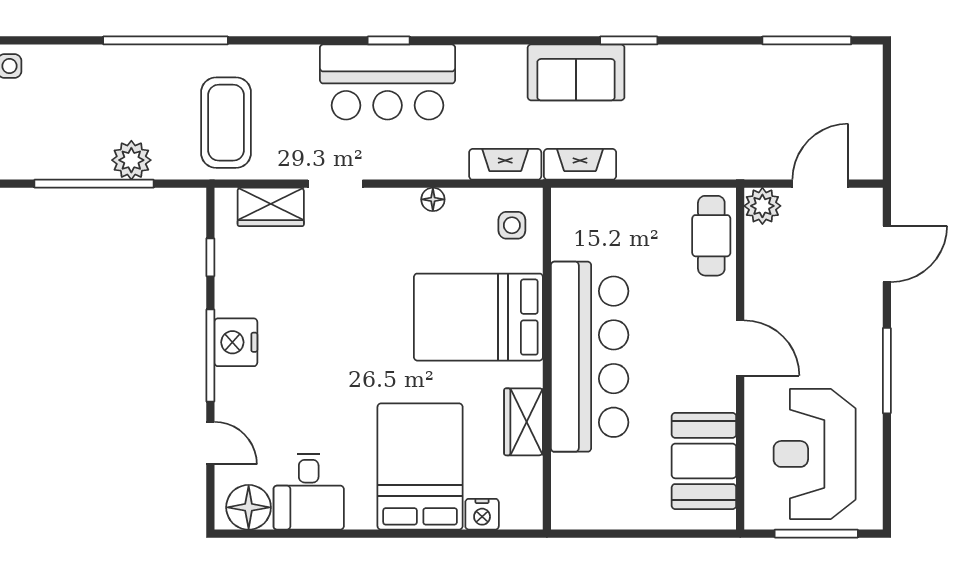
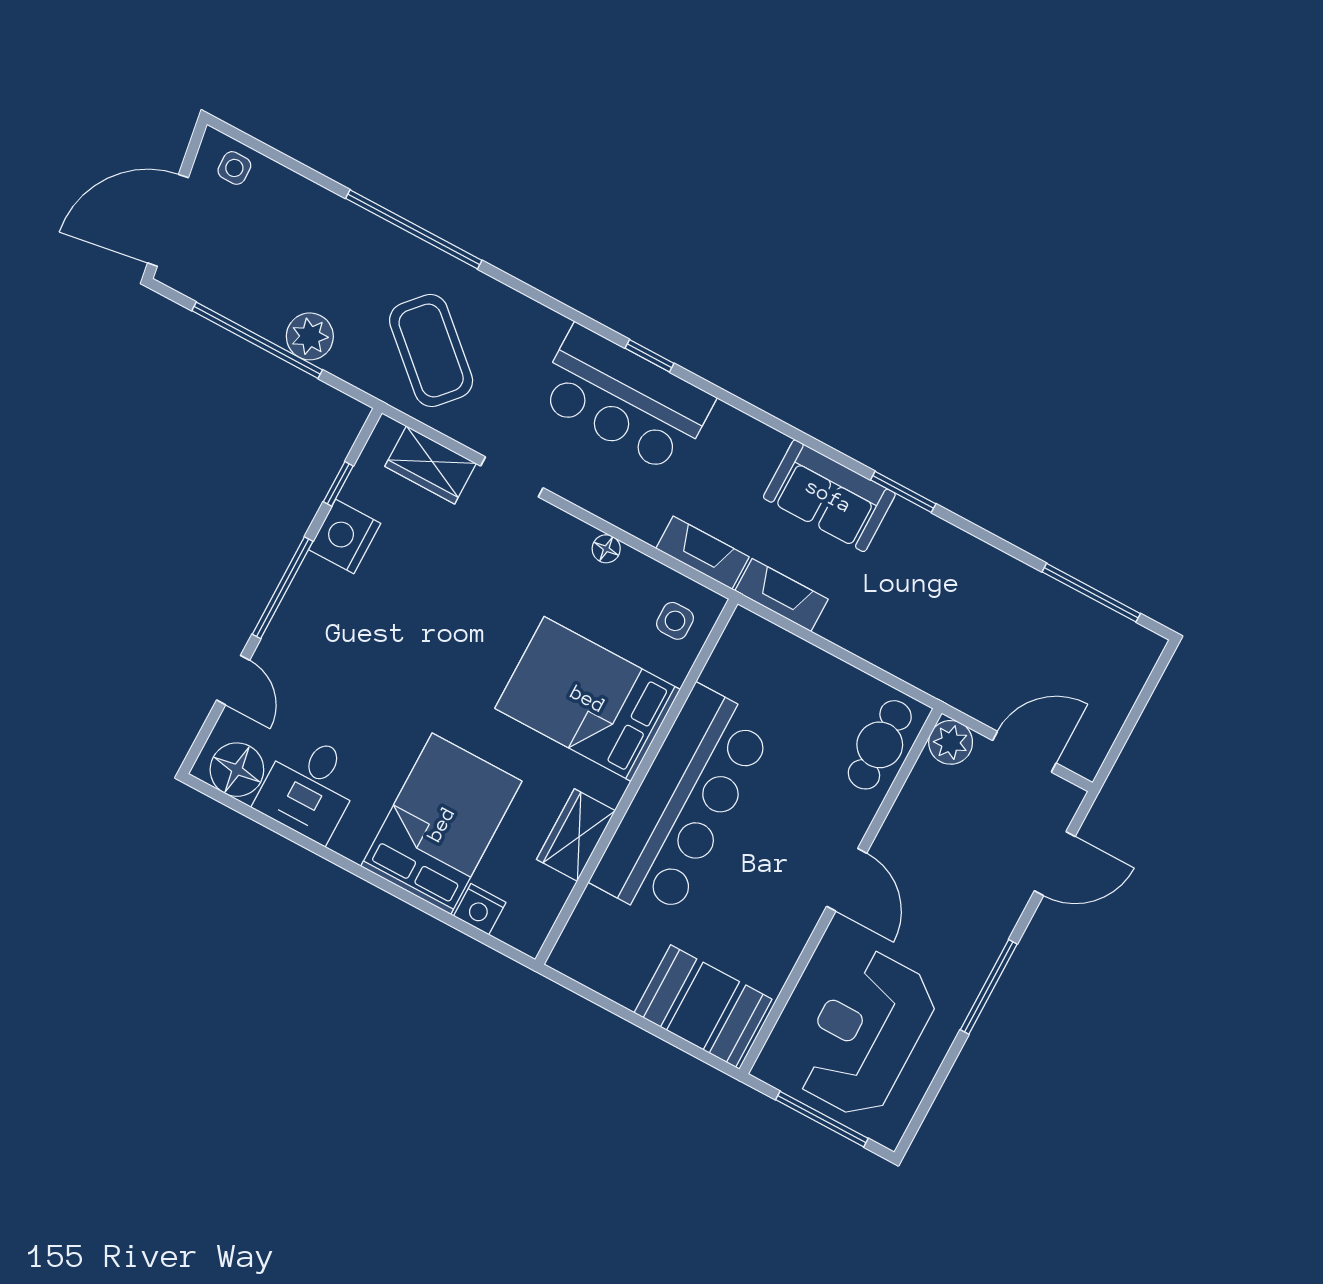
coffee table: (226, 123) -> (431, 350), turned -48
nightstand: (236, 342) -> (345, 536), moved
booth: (704, 461) -> (703, 1006), moved, turned 90

